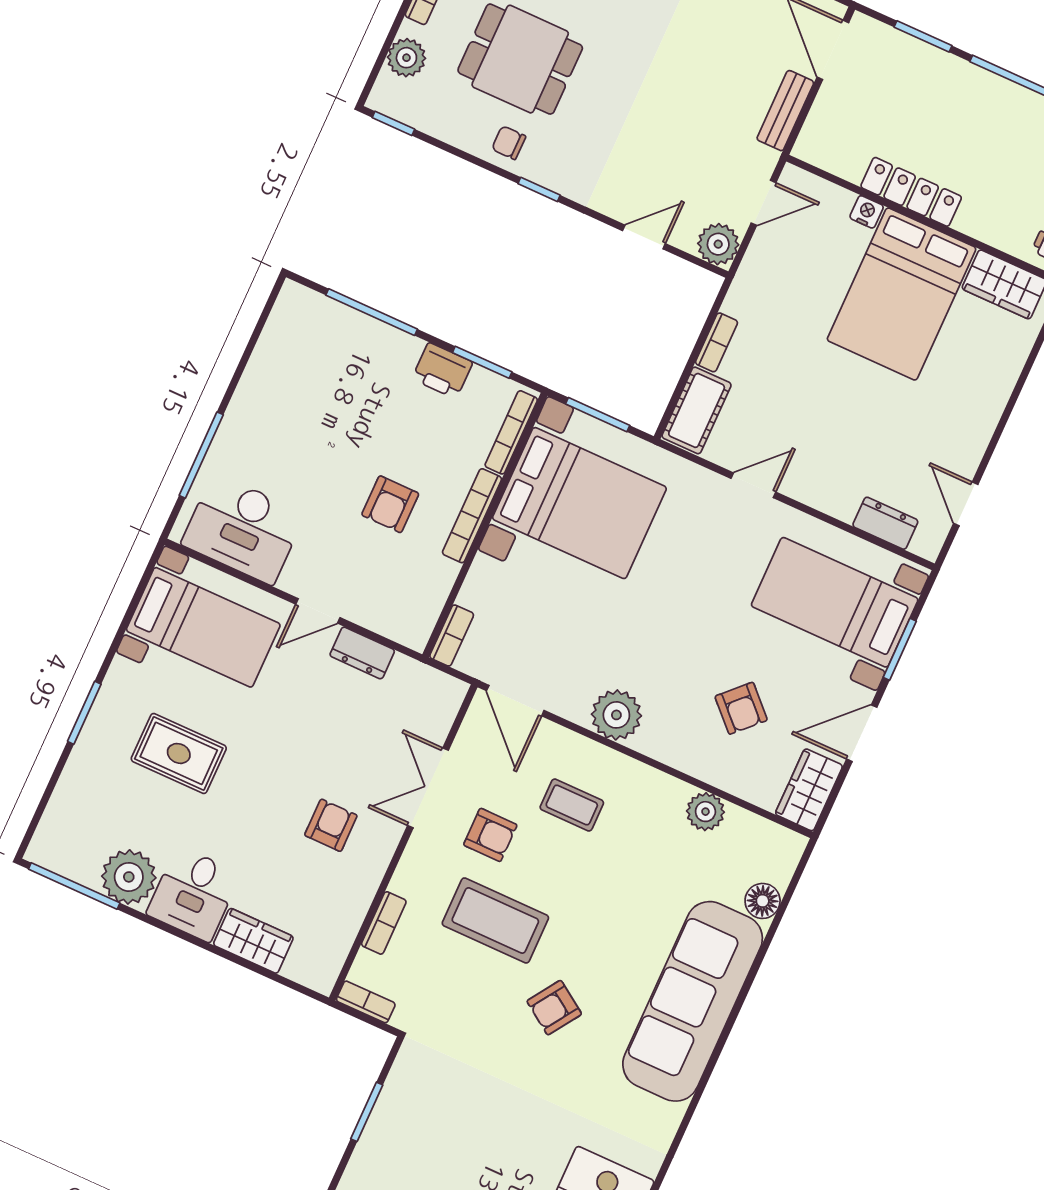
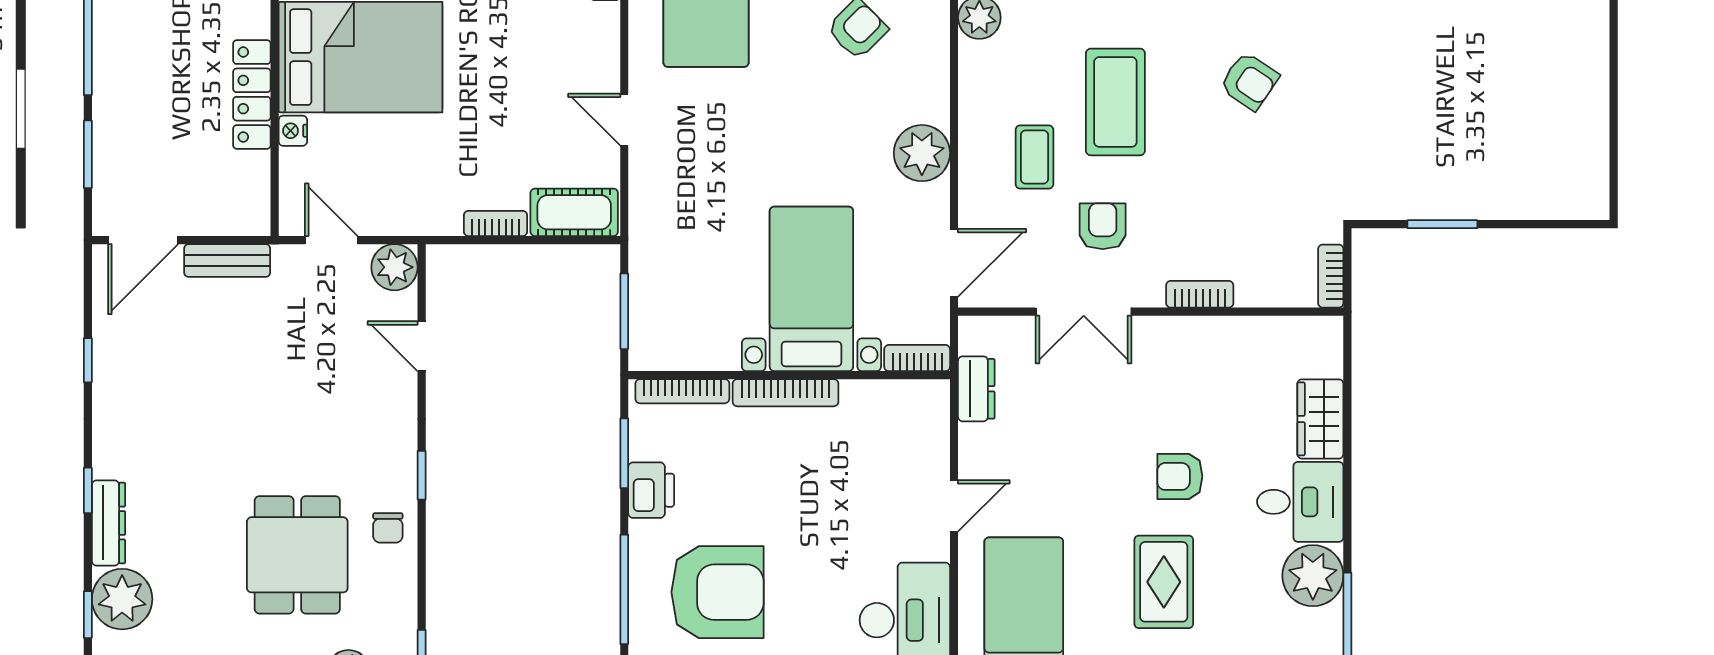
bed with nightstands: (579, 503) -> (811, 289), moved, width x0.73
armchair: (390, 504) -> (717, 592), moved, width x1.88, depth x1.88
door: (318, 611) -> (954, 506), hinge flipped
dresser: (362, 653) -> (976, 389), moved
armchair: (331, 825) -> (1180, 476), moved
coffee table: (495, 920) -> (1115, 102), moved
bookcase: (384, 923) -> (1200, 294), moved

